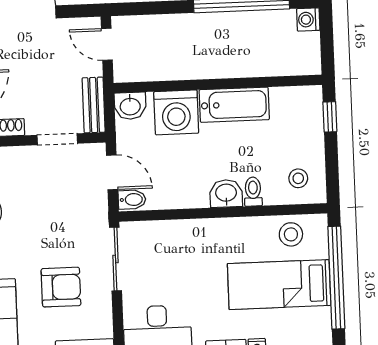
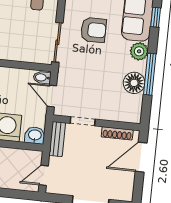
door: (107, 44) -> (44, 175), swing flipped
armchair: (61, 287) -> (93, 30), turned 180

